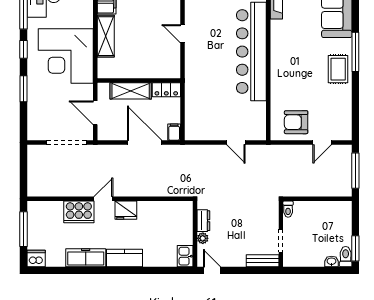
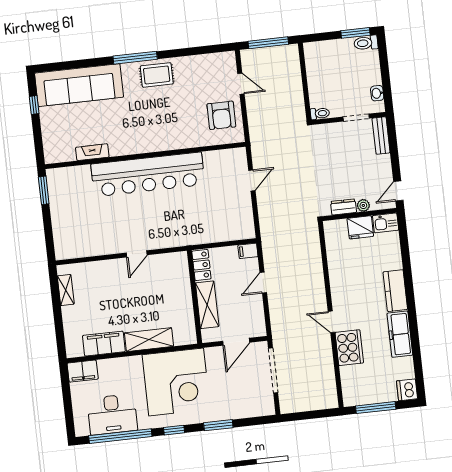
door: (145, 142) -> (263, 283), width x0.53
fridge: (126, 210) -> (360, 227), moved, turned 90
washbasin: (332, 262) -> (377, 93), moved

